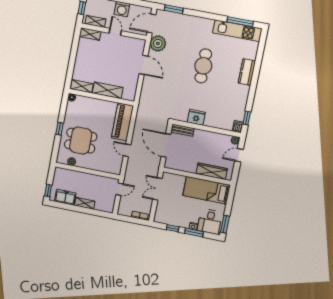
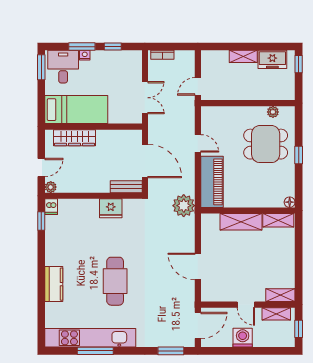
window: (240, 22) -> (95, 351), moved
kitchen unit: (237, 31) -> (90, 338), width x1.36
plant: (158, 43) -> (184, 206), moved

